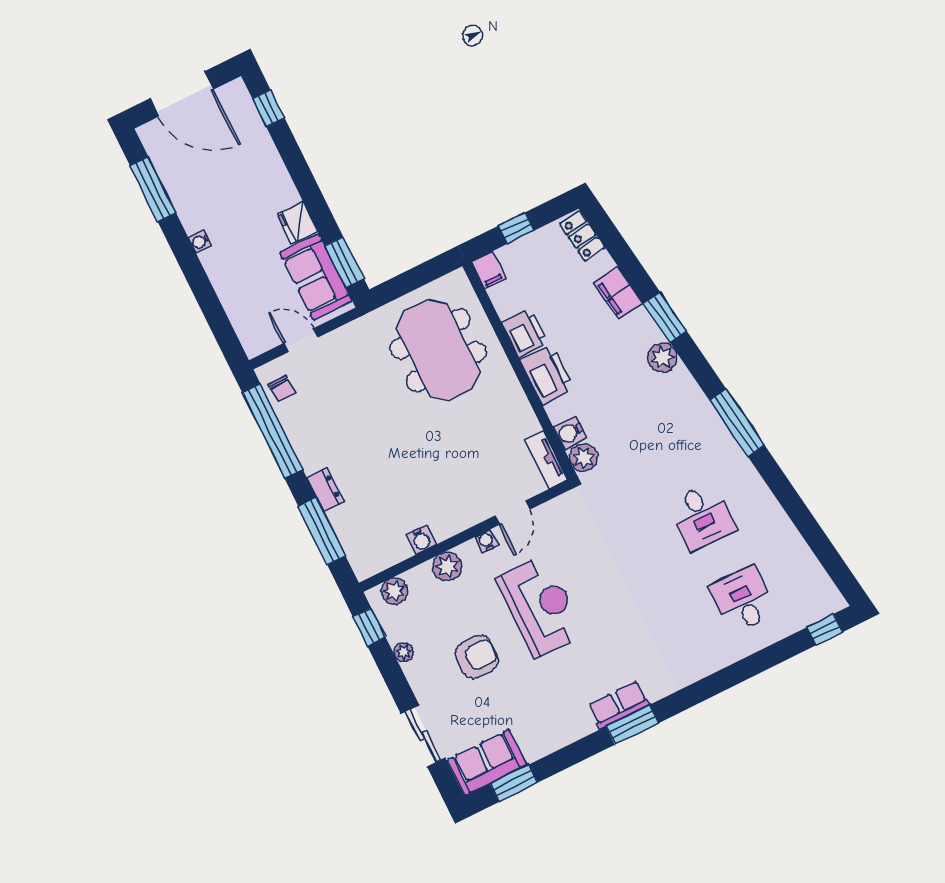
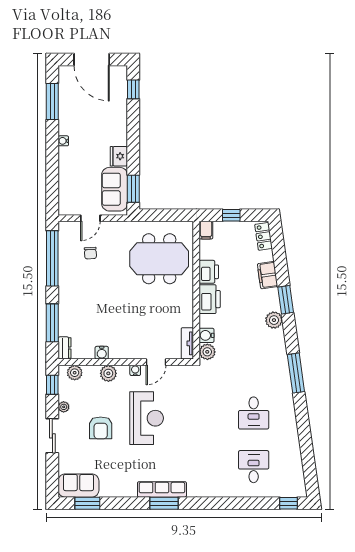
door: (301, 340) -> (90, 218), swing flipped
meeting table: (438, 350) -> (159, 259), turned 90
chair: (282, 389) -> (90, 253), moved
dresser: (325, 490) -> (65, 348), moved
armchair: (477, 657) -> (101, 428), turned 90
row of seats: (619, 705) -> (162, 489), width x1.48
sliding door: (423, 736) -> (52, 436), moved

